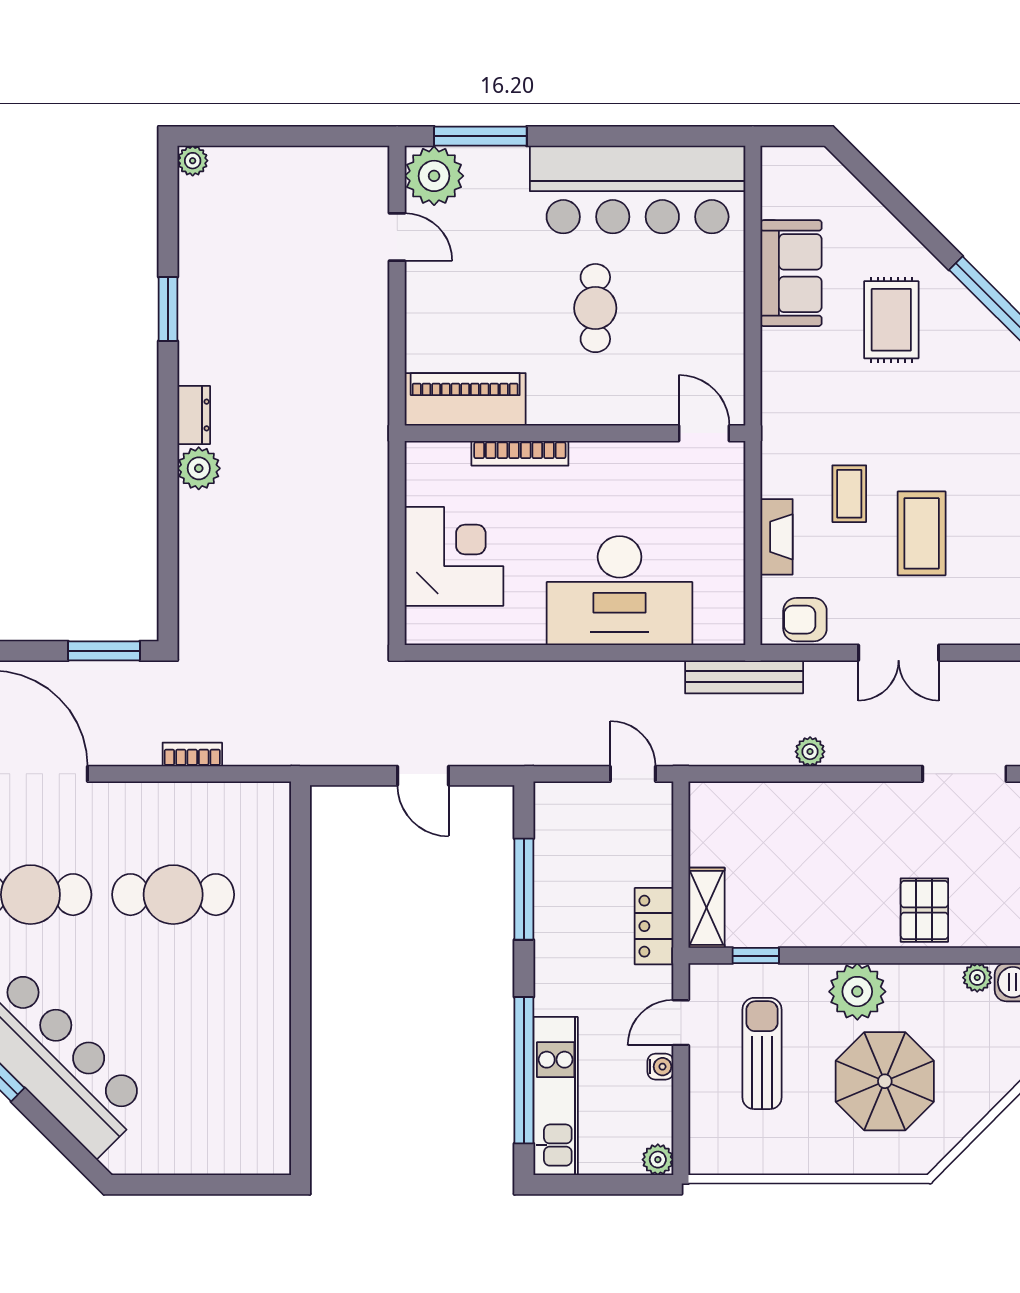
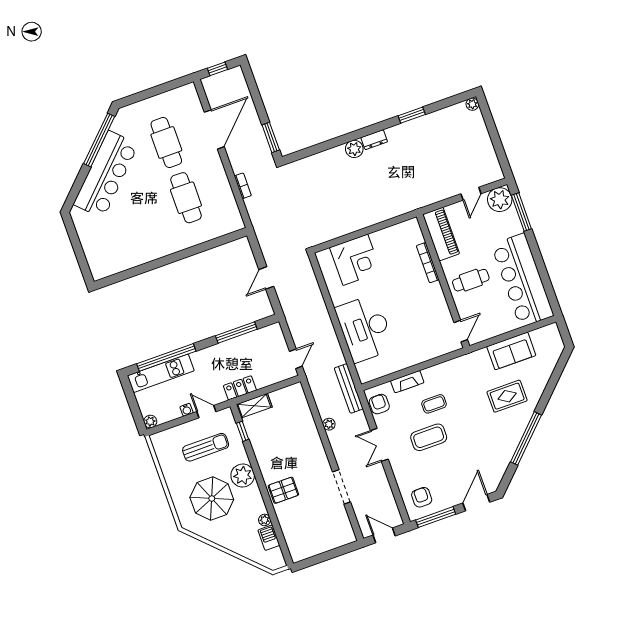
piano: (465, 399) -> (441, 234), moved
wall: (575, 433) -> (443, 281), moved
door: (704, 433) -> (461, 331), moved
bookcase: (520, 453) -> (428, 263), moved

